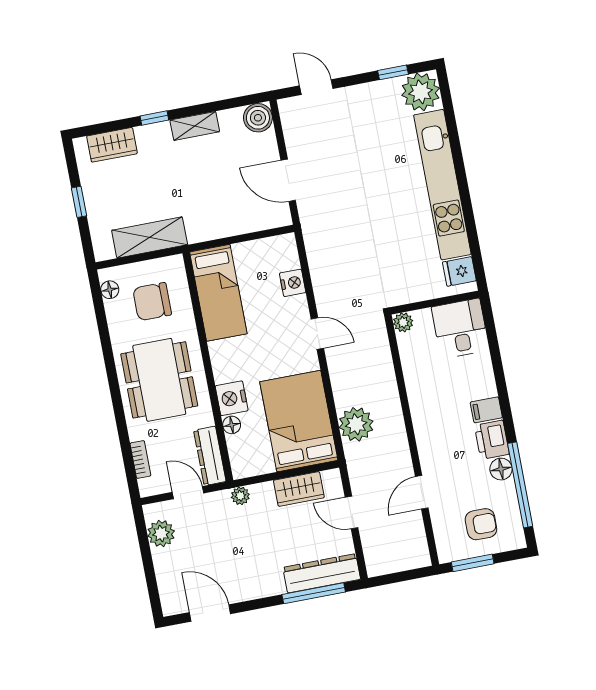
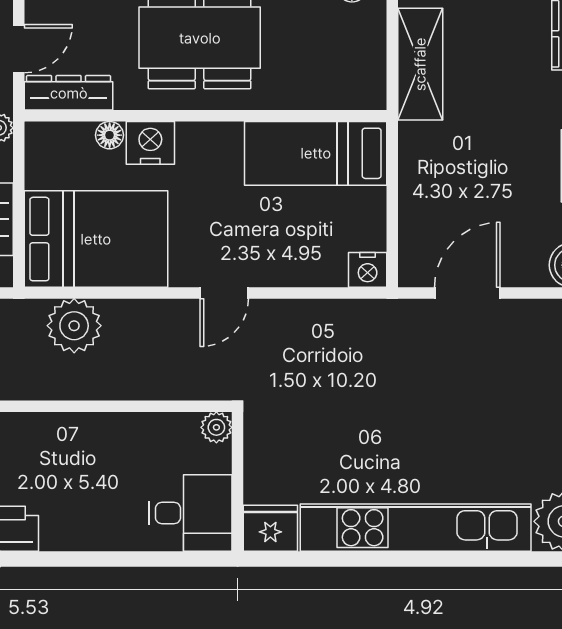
fridge: (459, 271) -> (270, 528), width x1.38
nightstand: (293, 283) -> (368, 270), moved
chair: (152, 302) -> (321, 49), removed
filing cabinet: (486, 410) -> (58, 529), removed

